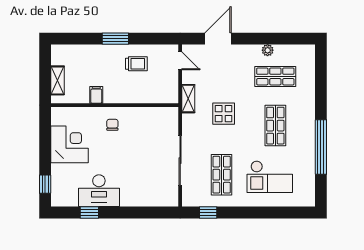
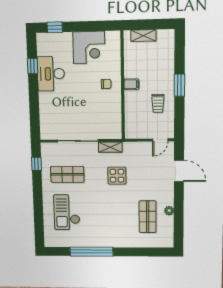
filing cabinet: (96, 95) -> (131, 84), moved
shelving: (188, 99) -> (110, 147), moved
shop shelf: (275, 126) -> (108, 217), removed

